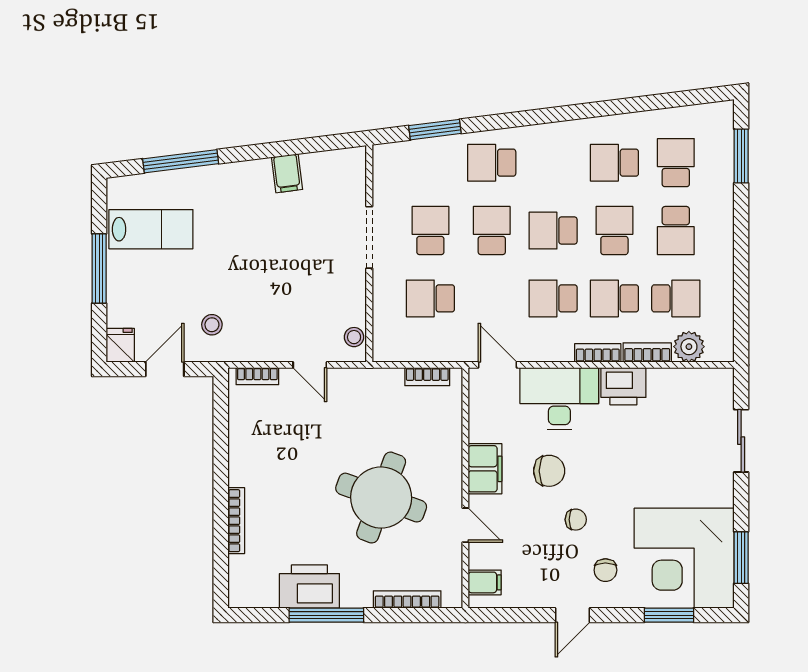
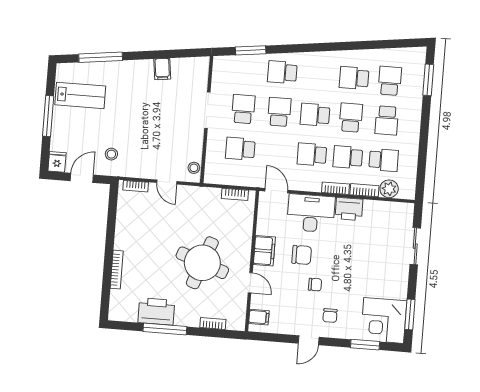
corner desk: (684, 558) -> (384, 320), width x0.74, depth x0.74
bookcase: (407, 599) -> (213, 324), width x0.64

